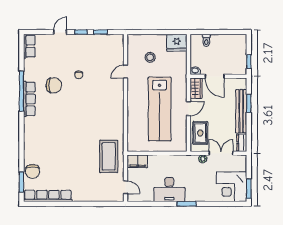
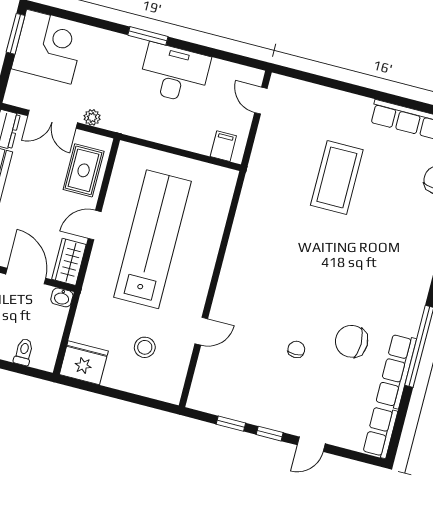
row of seats: (29, 99) -> (396, 371), moved
coffee table: (109, 156) -> (337, 177), moved
filing cabinet: (138, 161) -> (223, 146), width x0.50

